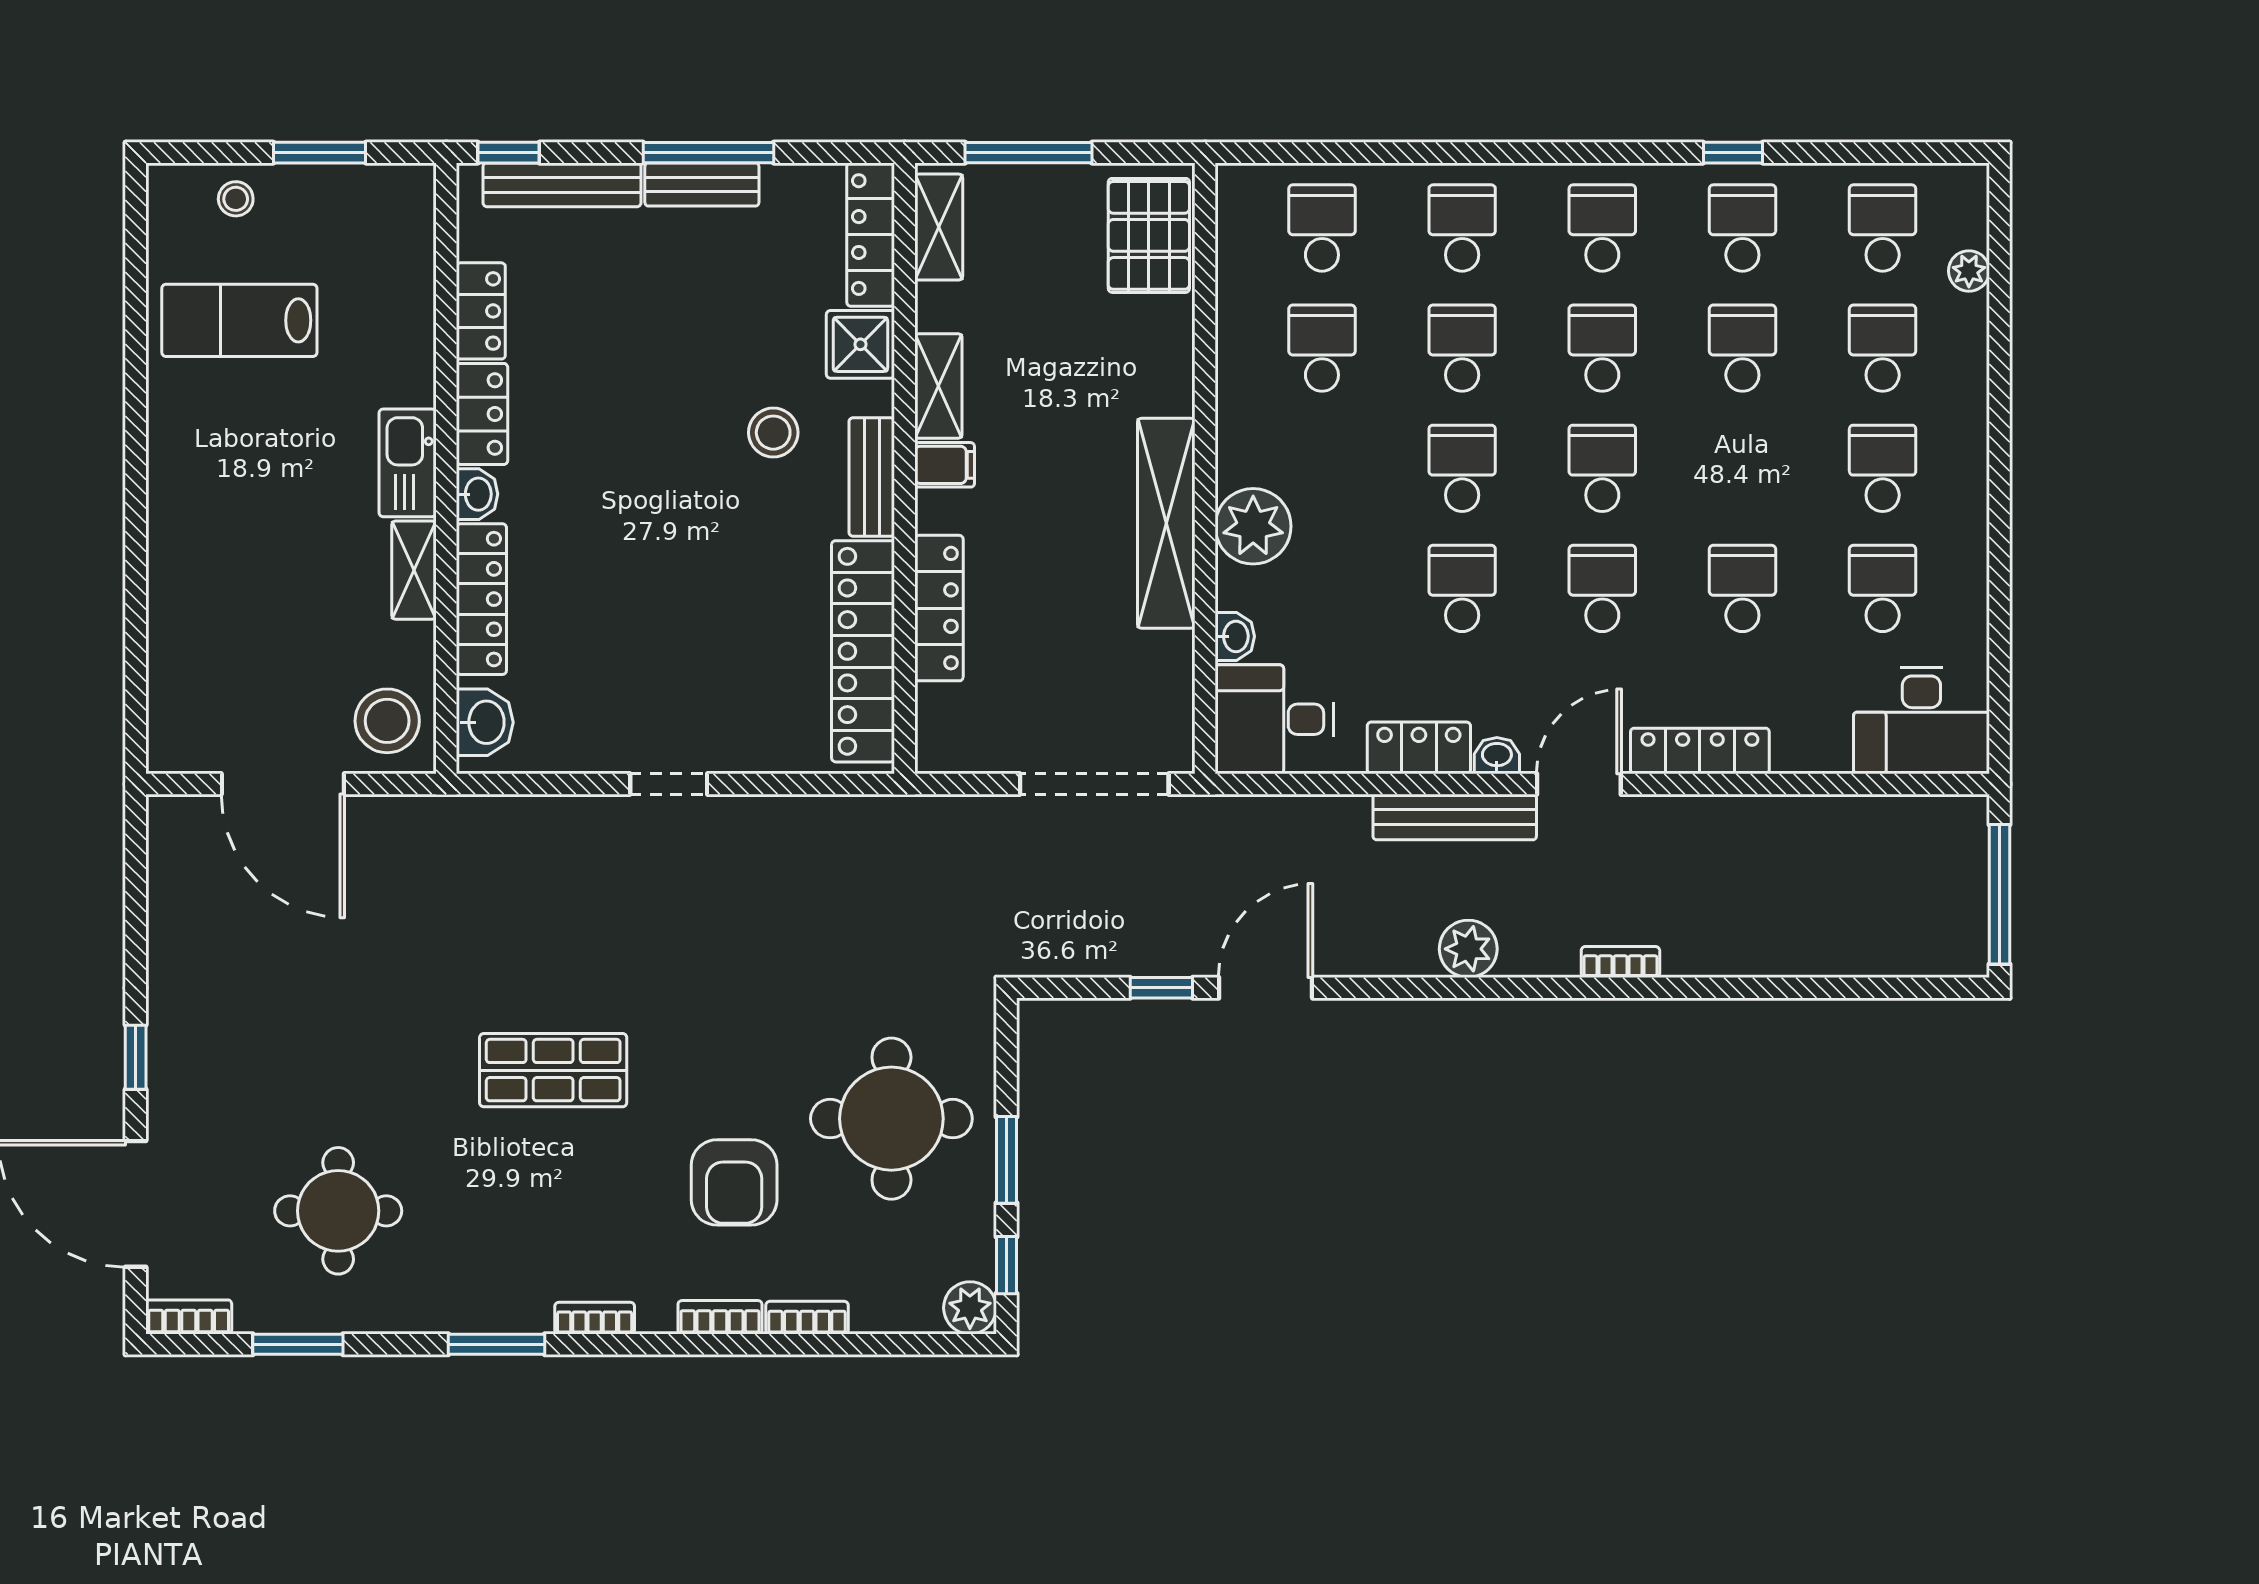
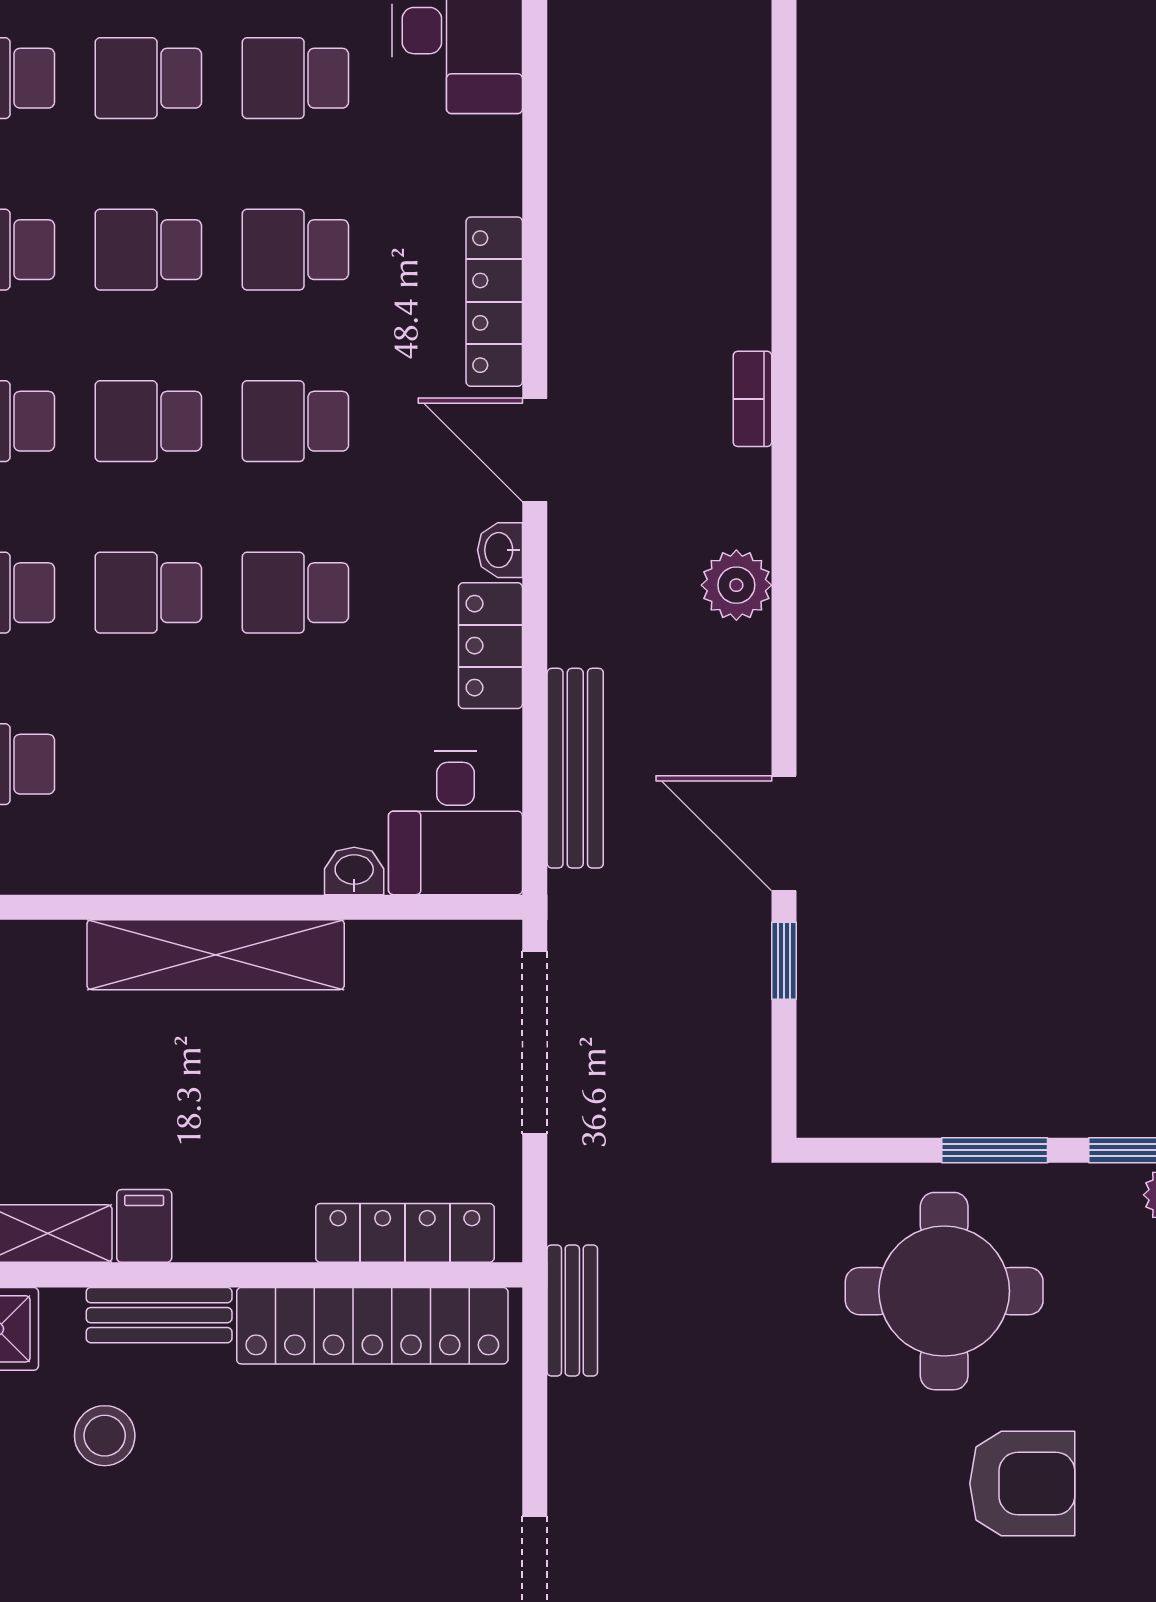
school desk: (1742, 468) -> (148, 250), added
plant: (1253, 526) -> (219, 848), removed
locker: (939, 608) -> (405, 1233), moved
bench: (876, 815) -> (572, 1310), added
bench: (1455, 817) -> (575, 768), moved

